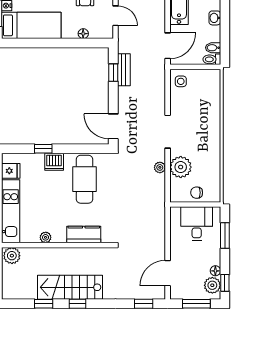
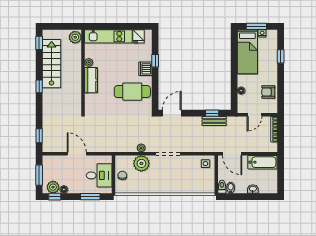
kitchen counter: (84, 234) -> (91, 80), moved
door: (168, 273) -> (77, 154), moved
stairs: (70, 287) -> (52, 64), moved
window: (44, 304) -> (39, 43), moved

